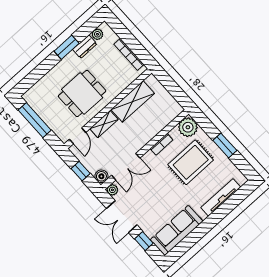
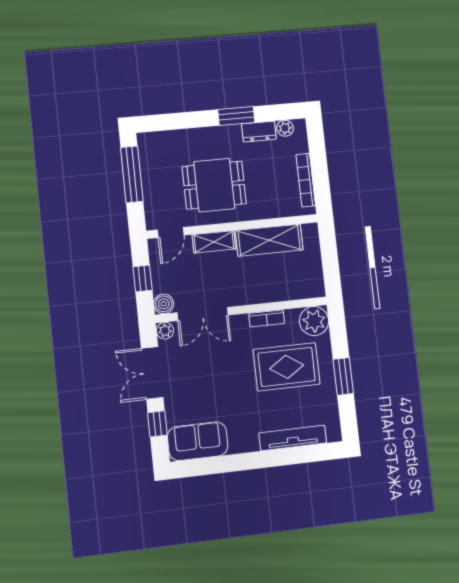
sofa: (177, 230) -> (198, 441), width x0.73

